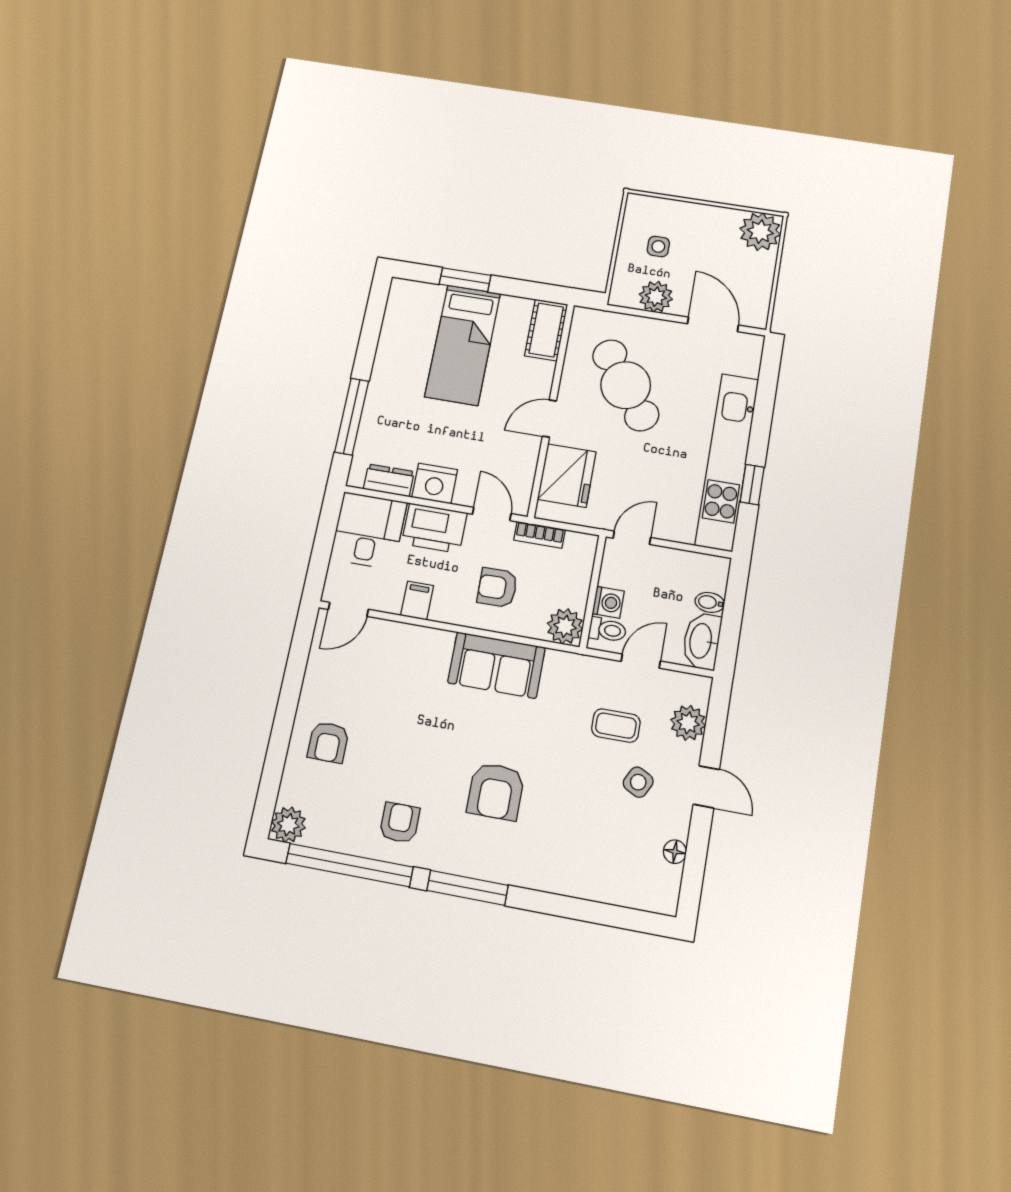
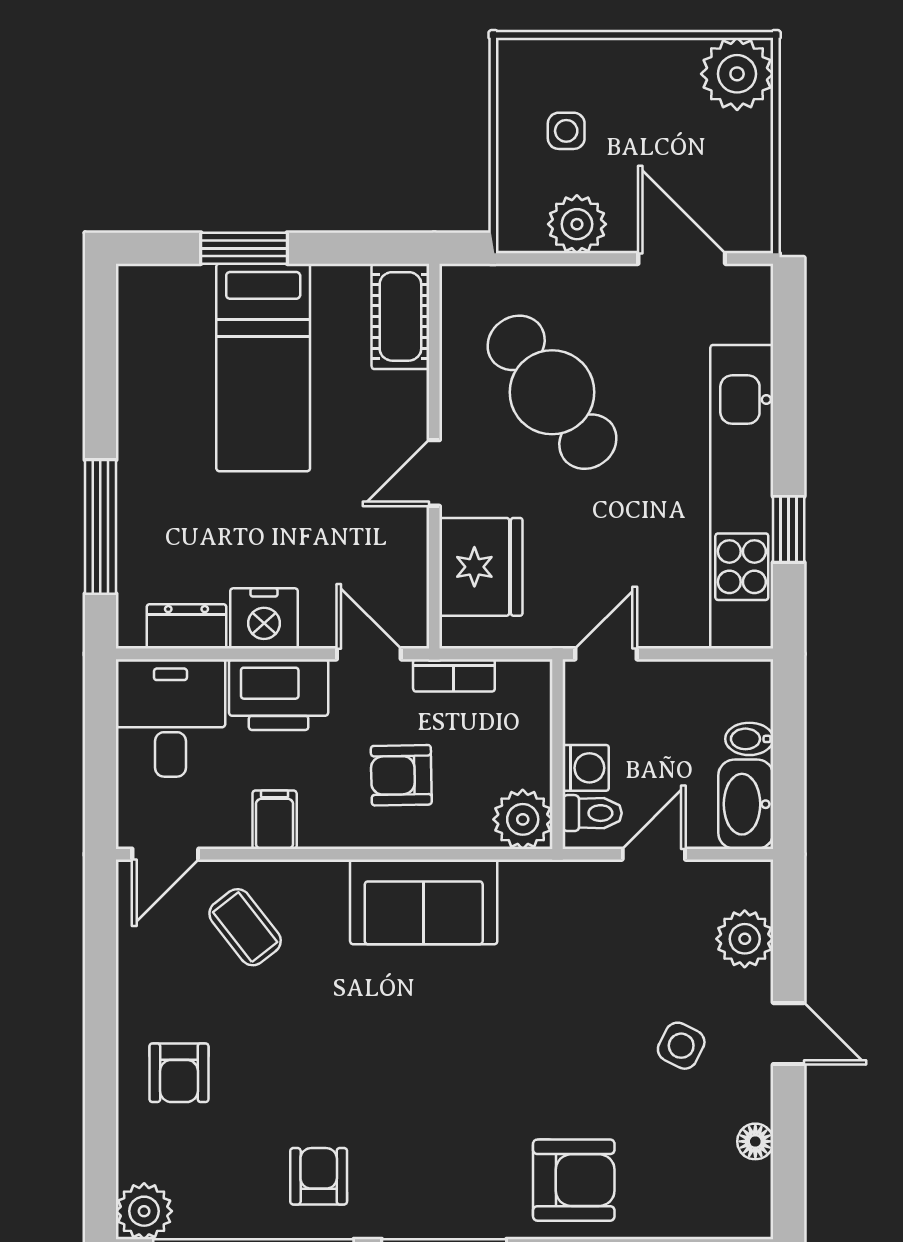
coffee table: (616, 726) -> (245, 927), moved, turned 52
armchair: (496, 791) -> (574, 1180), moved, turned -90

